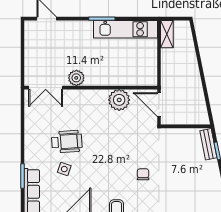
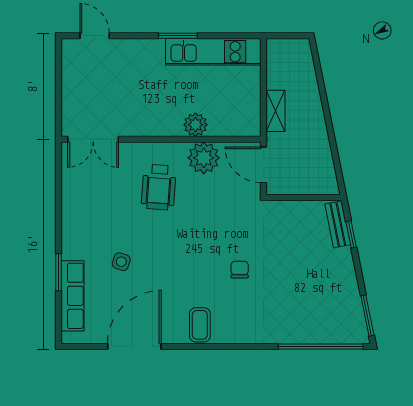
shelving: (167, 34) -> (275, 111), moved
plant: (76, 78) -> (195, 125), moved
wheelchair: (67, 142) -> (159, 187), moved, turned 98

